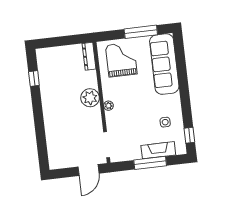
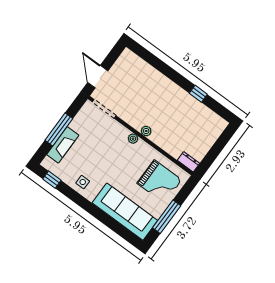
dresser: (89, 56) -> (189, 162), width x0.70
window: (34, 78) -> (198, 94), moved
plant: (90, 98) -> (146, 131), width x0.53, depth x0.53
side table: (165, 122) -> (83, 182), moved

